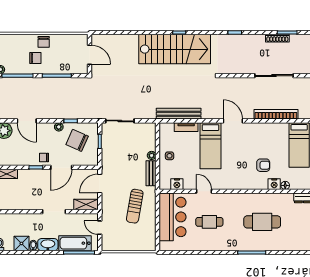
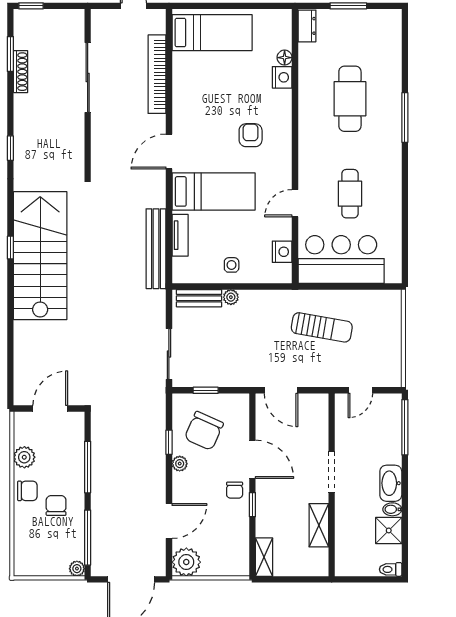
plant: (62, 40) -> (24, 457), added
armchair: (263, 165) -> (251, 135), moved
bench: (151, 173) -> (199, 298), moved
shelving: (86, 205) -> (319, 525), moved
bathtub: (75, 243) -> (388, 435), removed

